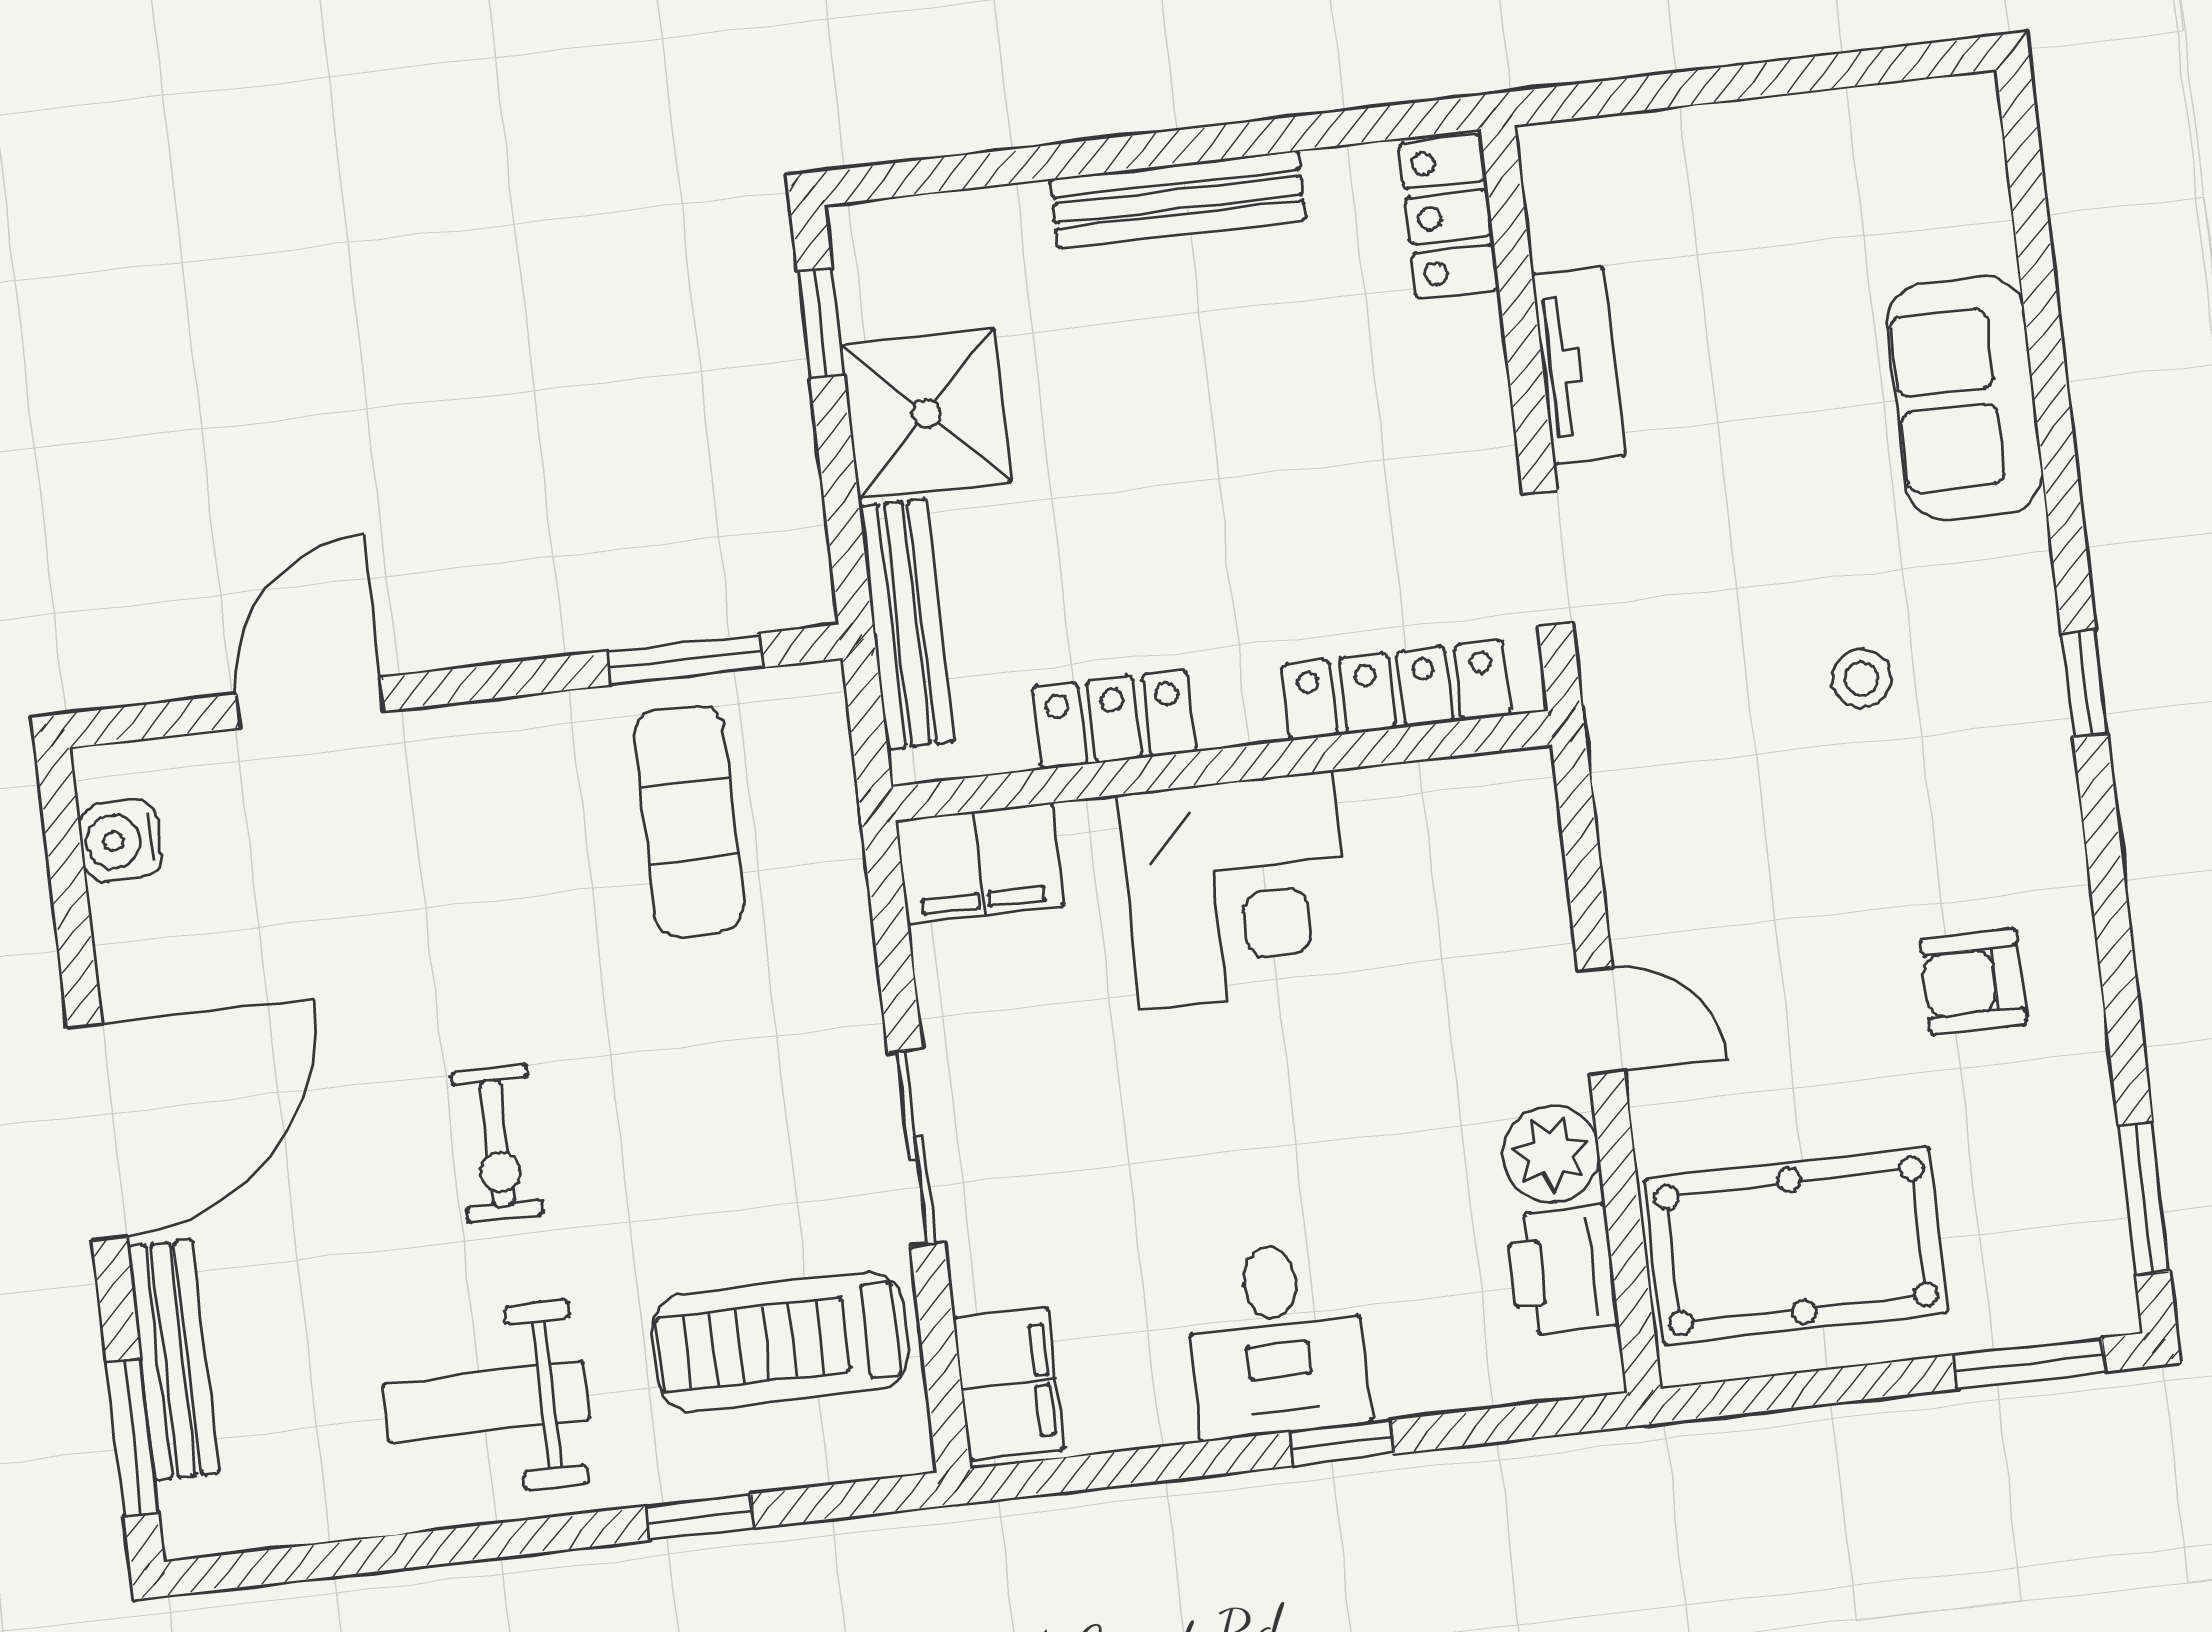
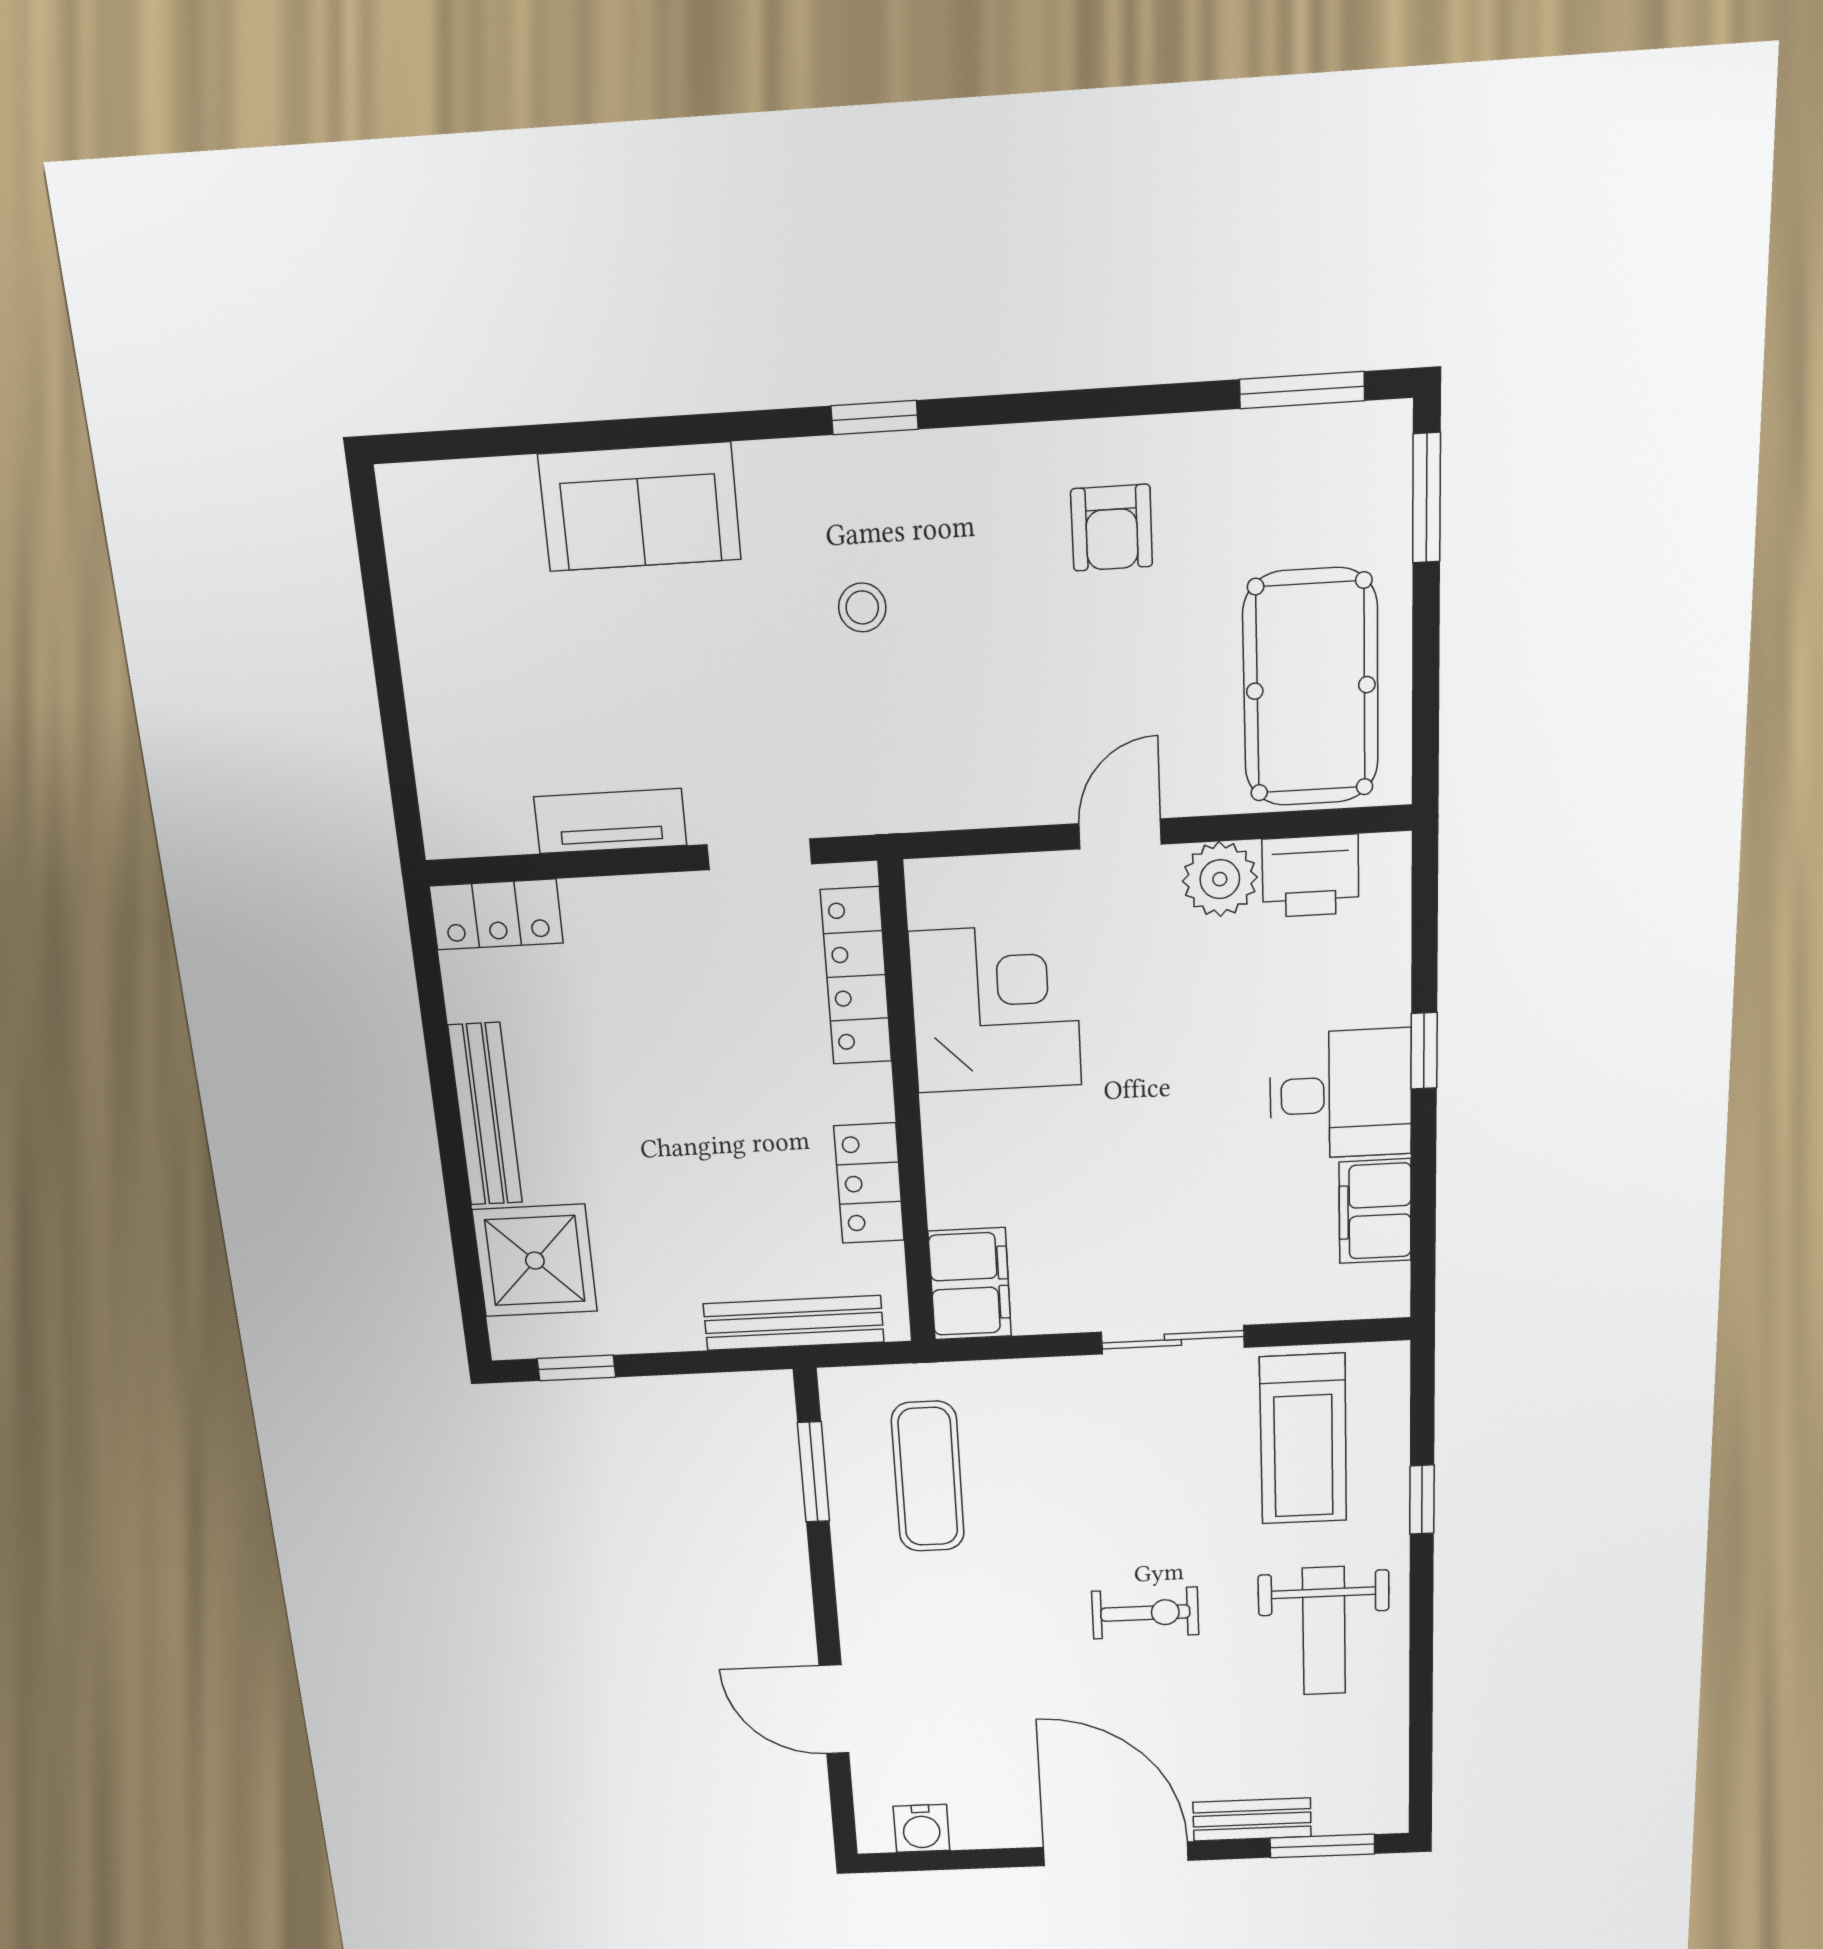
shower: (926, 413) -> (535, 1261), moved
exercise mat: (689, 821) -> (928, 1477), turned 90
corner desk: (1236, 890) -> (996, 1009), moved
bench: (173, 1360) -> (1252, 1819), width x0.73
filing cabinet: (1009, 1384) -> (1375, 1211), moved, turned -90

